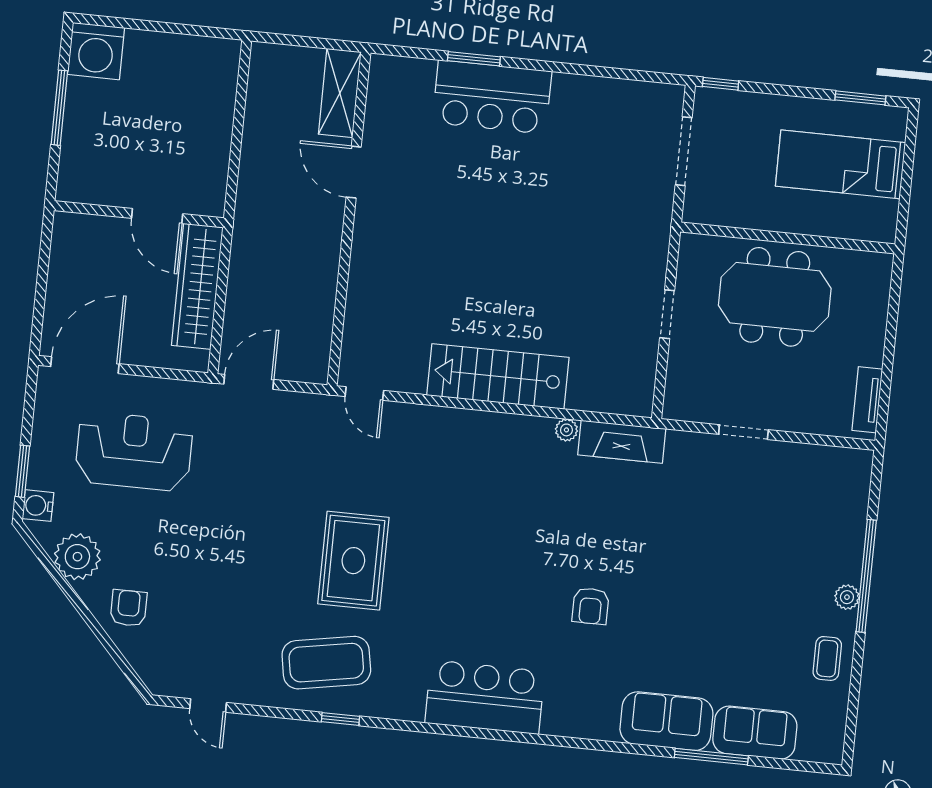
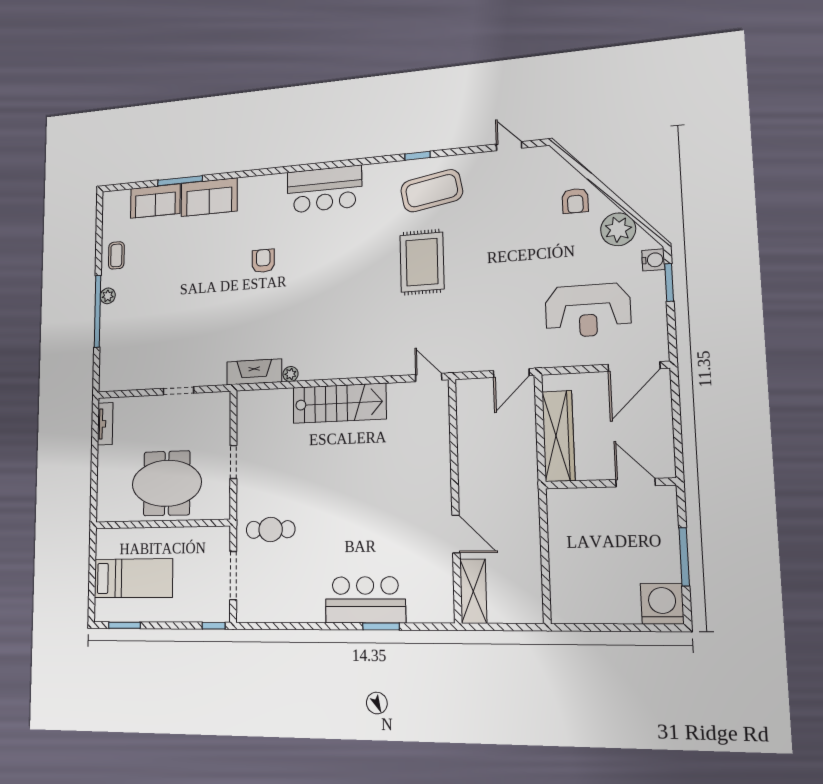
cafe table: (620, 210) -> (271, 529), added
door: (157, 216) -> (636, 483), moved

